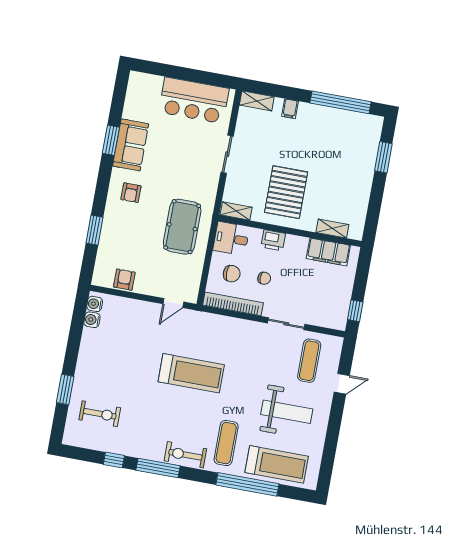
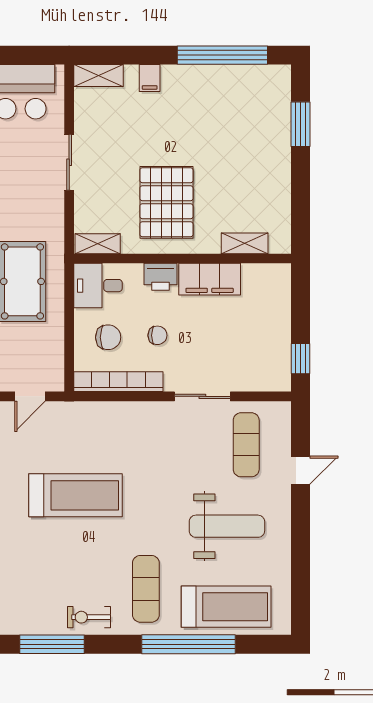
filing cabinet: (328, 252) -> (210, 279), moved
exercise bike: (185, 455) -> (89, 617), width x0.73, depth x0.72

